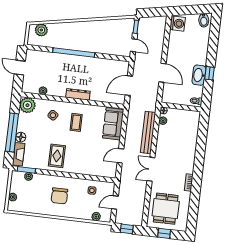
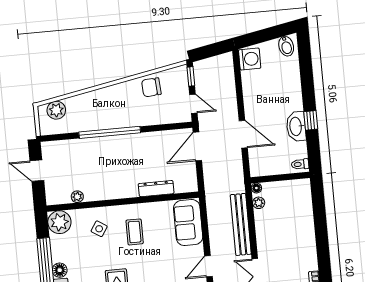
chair: (108, 28) -> (151, 87), added
door: (129, 86) -> (197, 146), moved
dresser: (78, 94) -> (156, 189), moved

